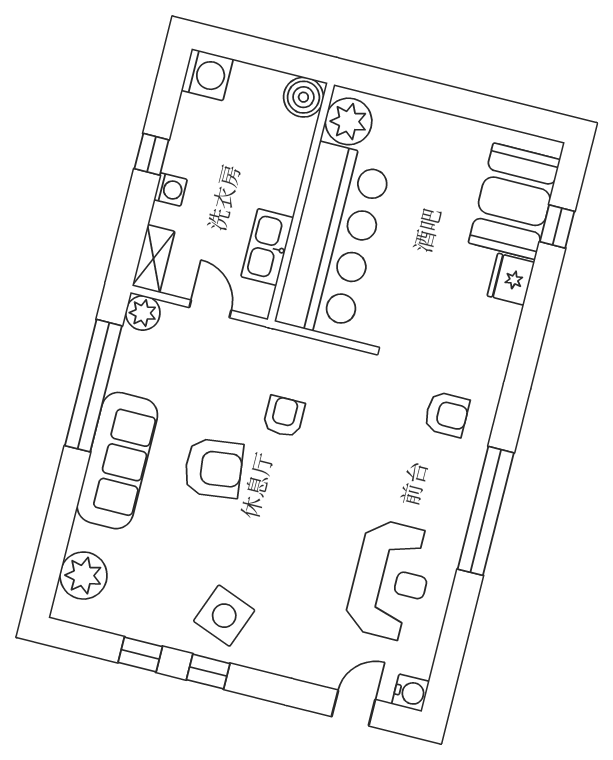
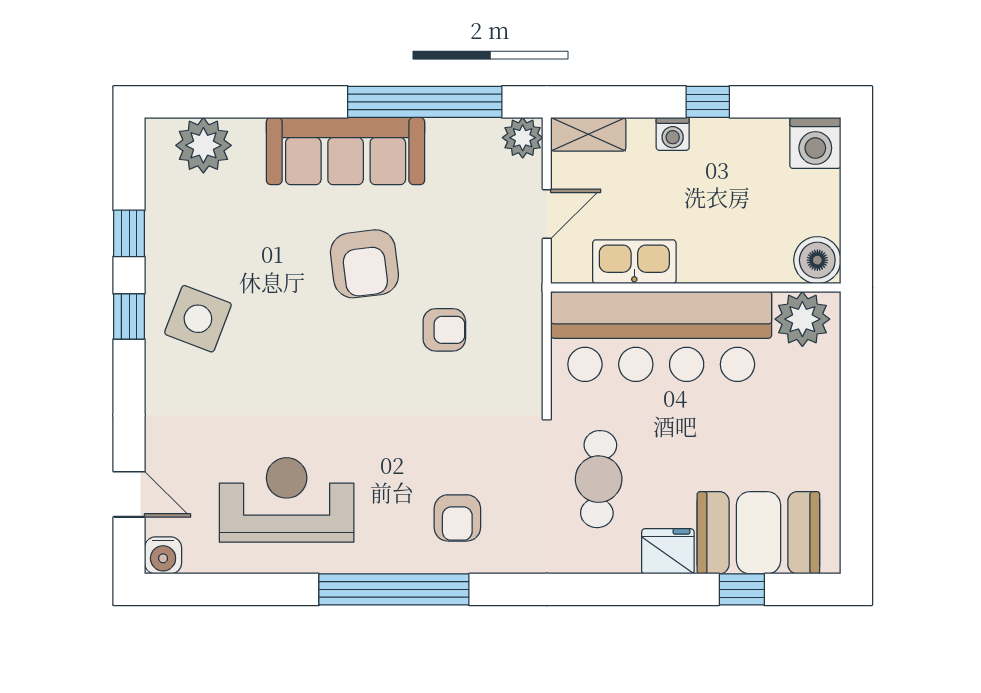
cafe table: (438, 321) -> (599, 479), added
armchair: (447, 414) -> (457, 518), moved
reception desk: (391, 580) -> (287, 500), turned 180

